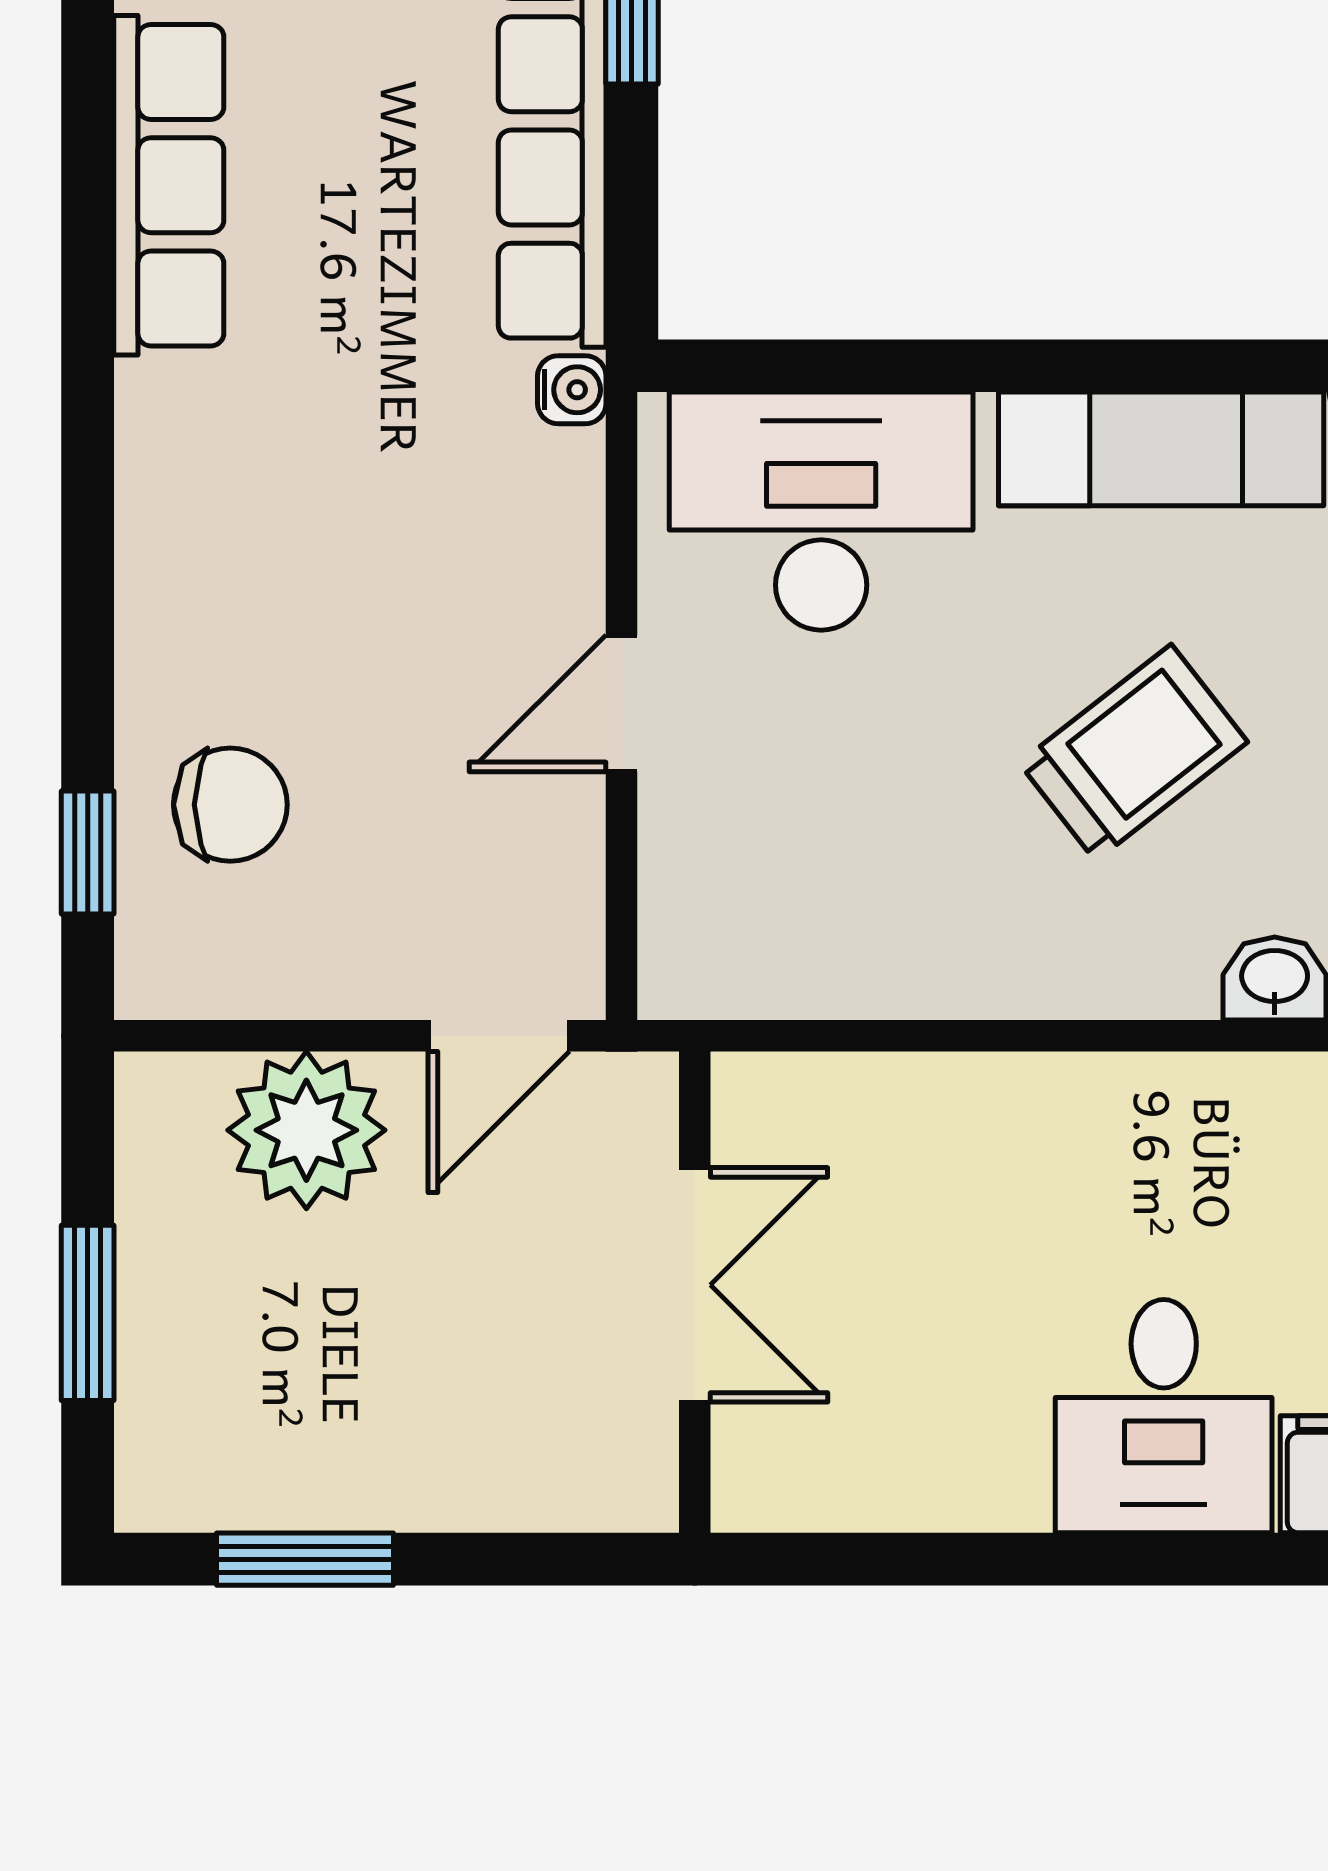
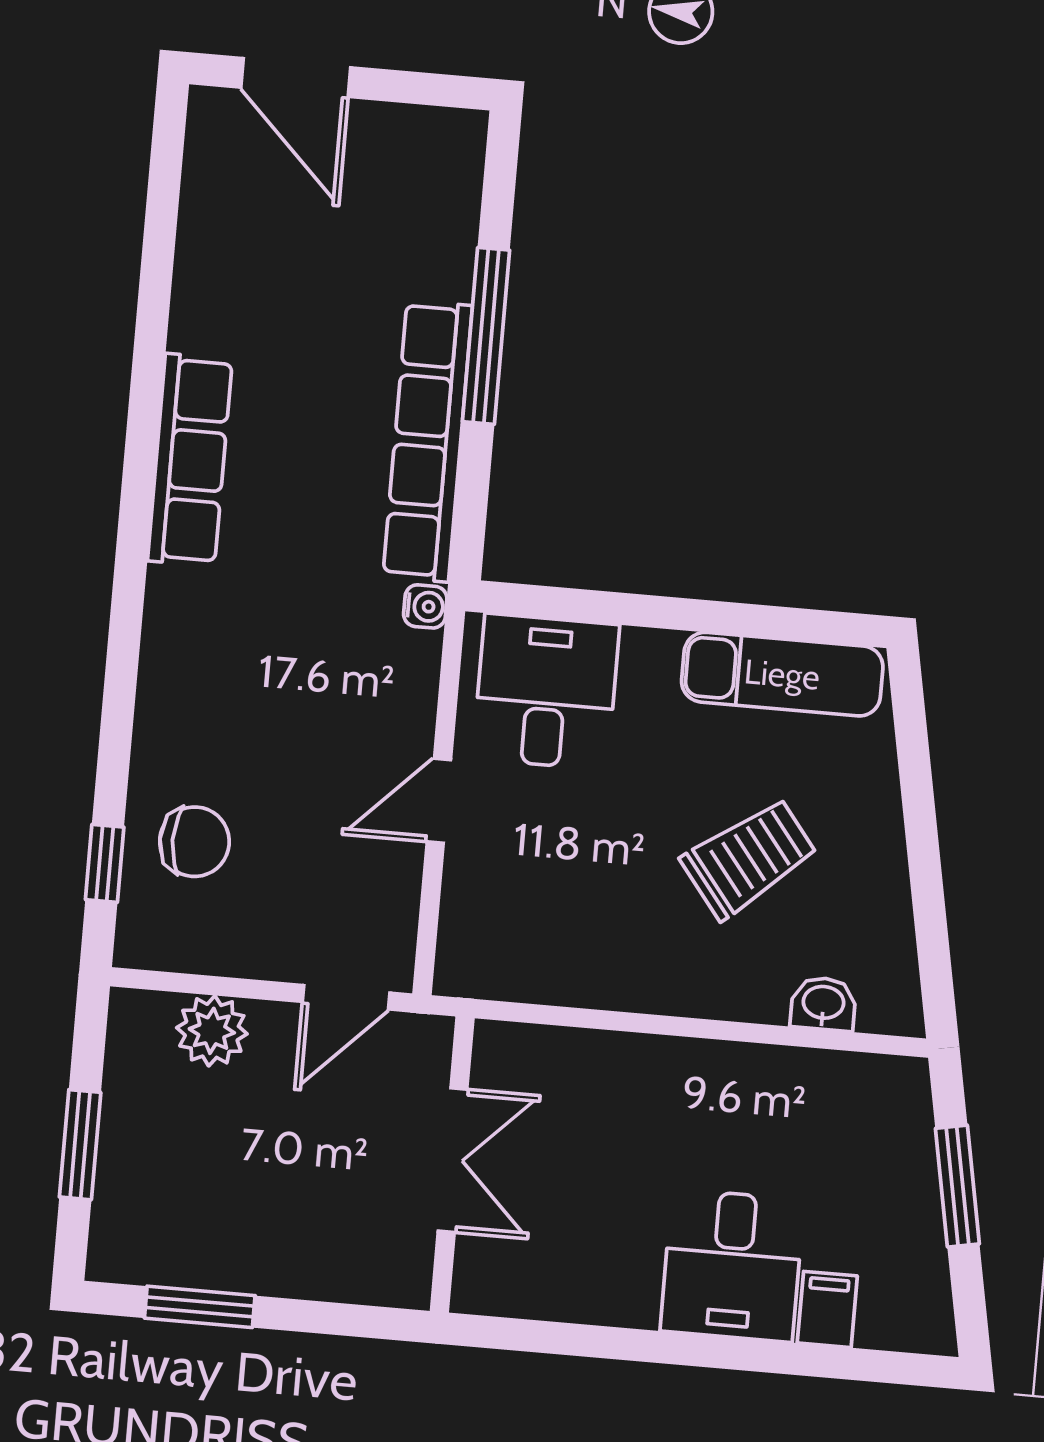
desk: (821, 511) -> (546, 692), width x0.73
plant: (306, 1130) -> (212, 1031), width x0.73, depth x0.73

